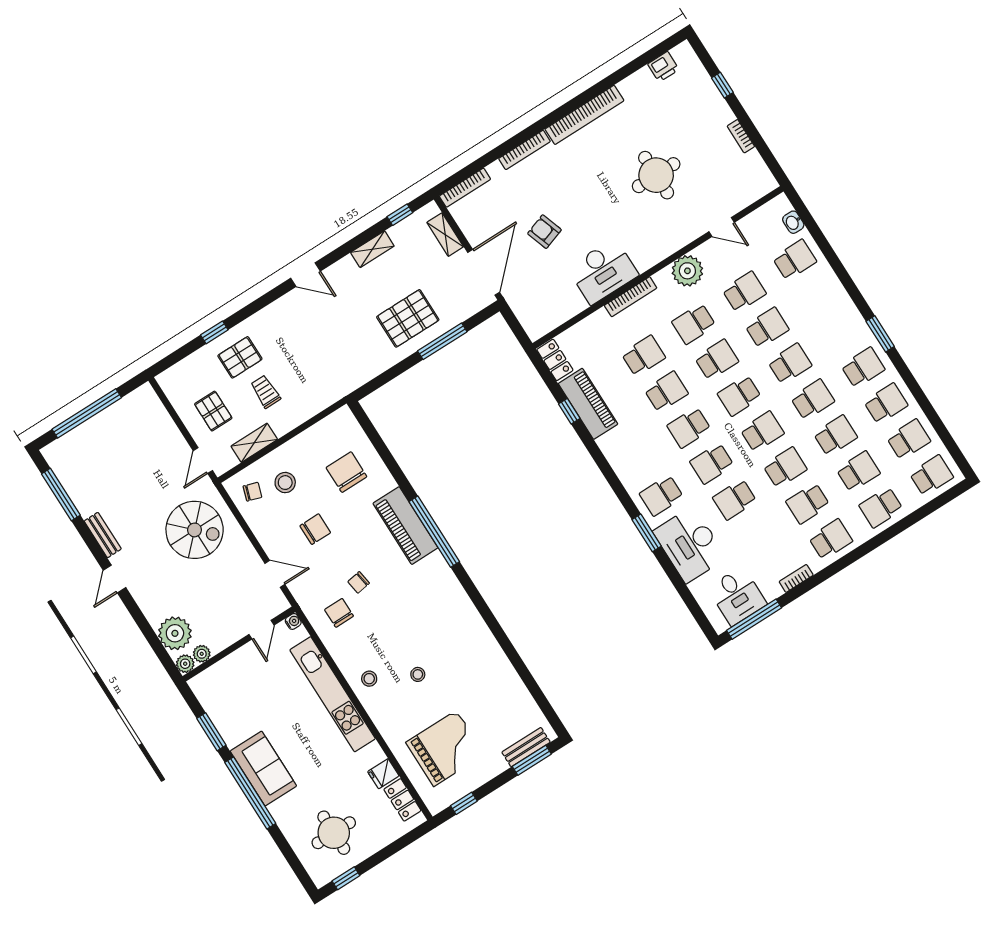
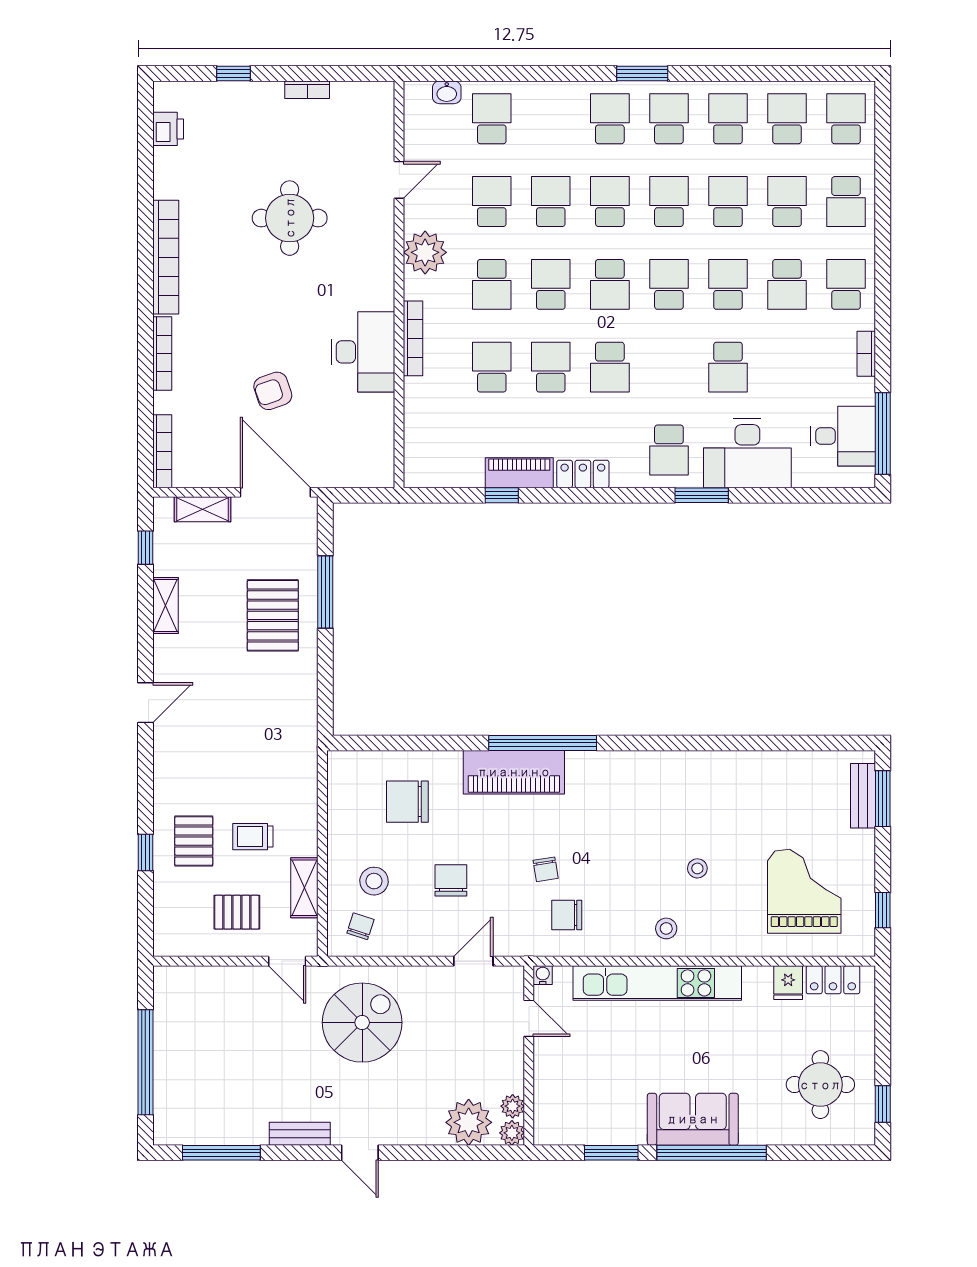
locker: (555, 360) -> (583, 474), moved
piano: (588, 404) -> (519, 473), width x0.73, depth x0.75
school desk: (712, 464) -> (610, 119), moved, turned 180

